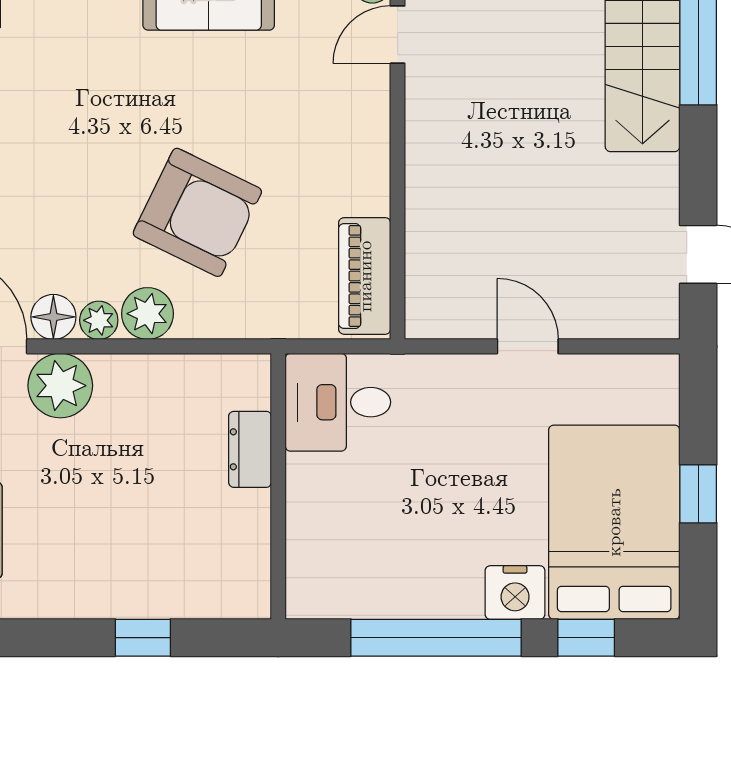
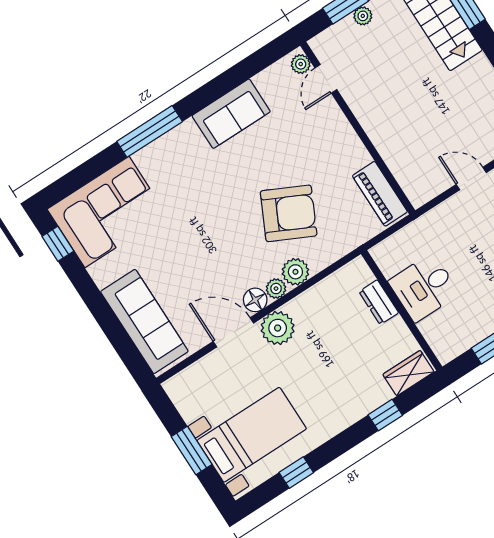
desk: (338, 402) -> (424, 288), moved
wardrobe: (224, 594) -> (408, 373), added

